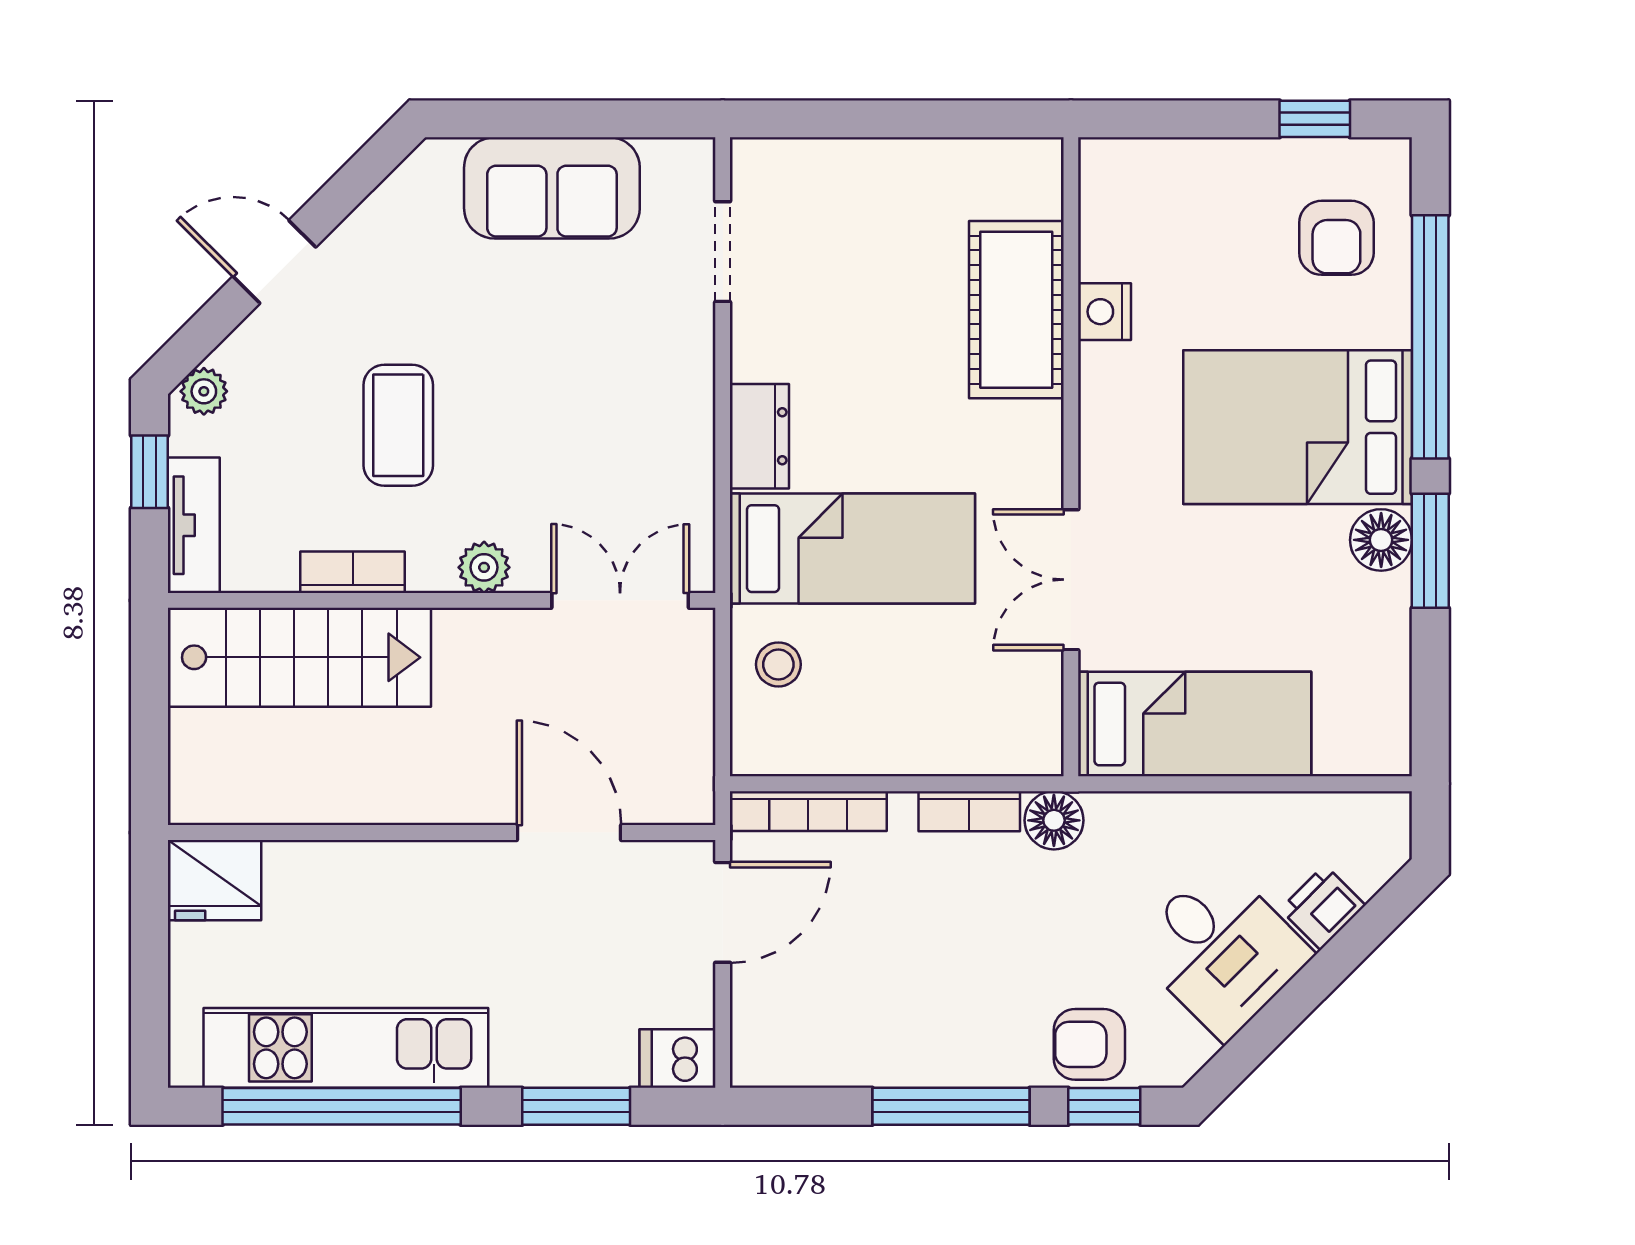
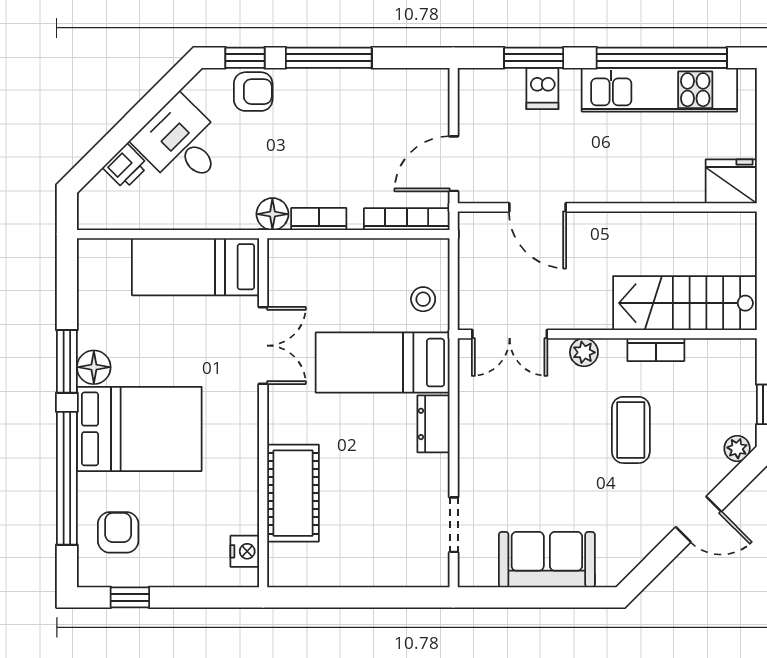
nightstand: (1105, 312) -> (245, 551), moved
tv unit: (194, 525) -> (743, 375), removed
dishwasher: (677, 1059) -> (542, 88), moved, turned 90

